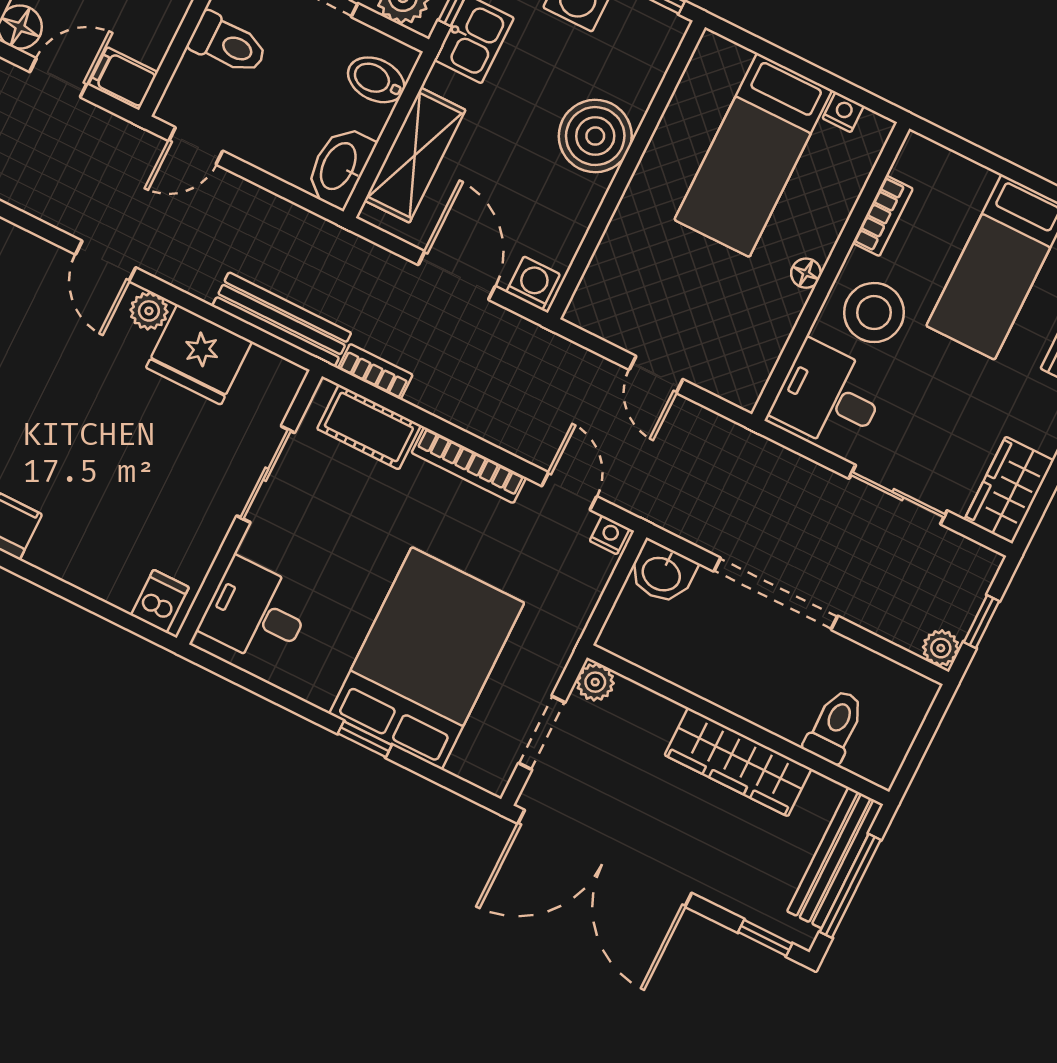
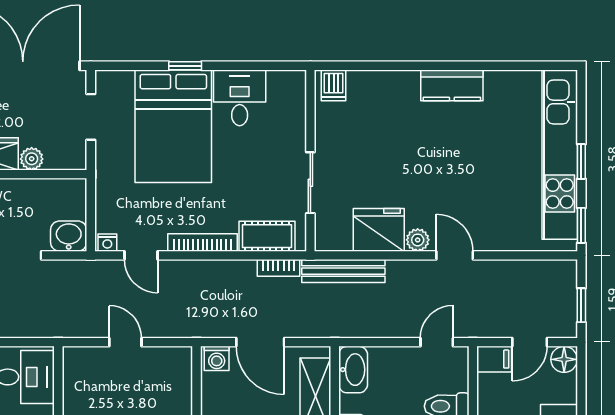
desk: (256, 612) -> (240, 98), moved, turned -90
plant: (595, 682) -> (32, 159), moved

